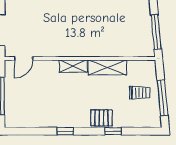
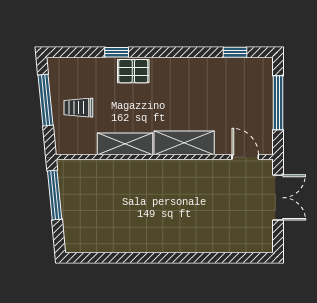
door: (24, 58) -> (245, 157), hinge flipped
shelving: (73, 66) -> (184, 143), width x1.50, depth x1.33
window: (65, 131) -> (235, 52), moved

